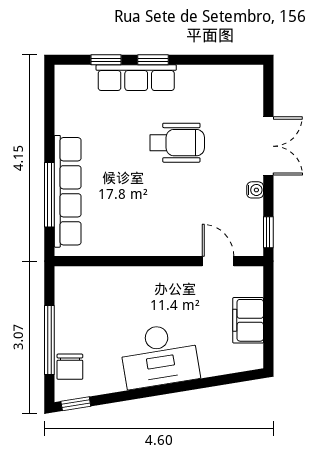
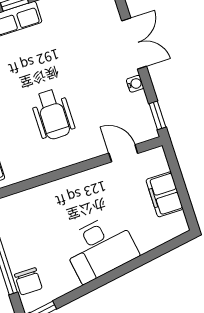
wheelchair: (177, 143) -> (53, 114), moved, turned 90

